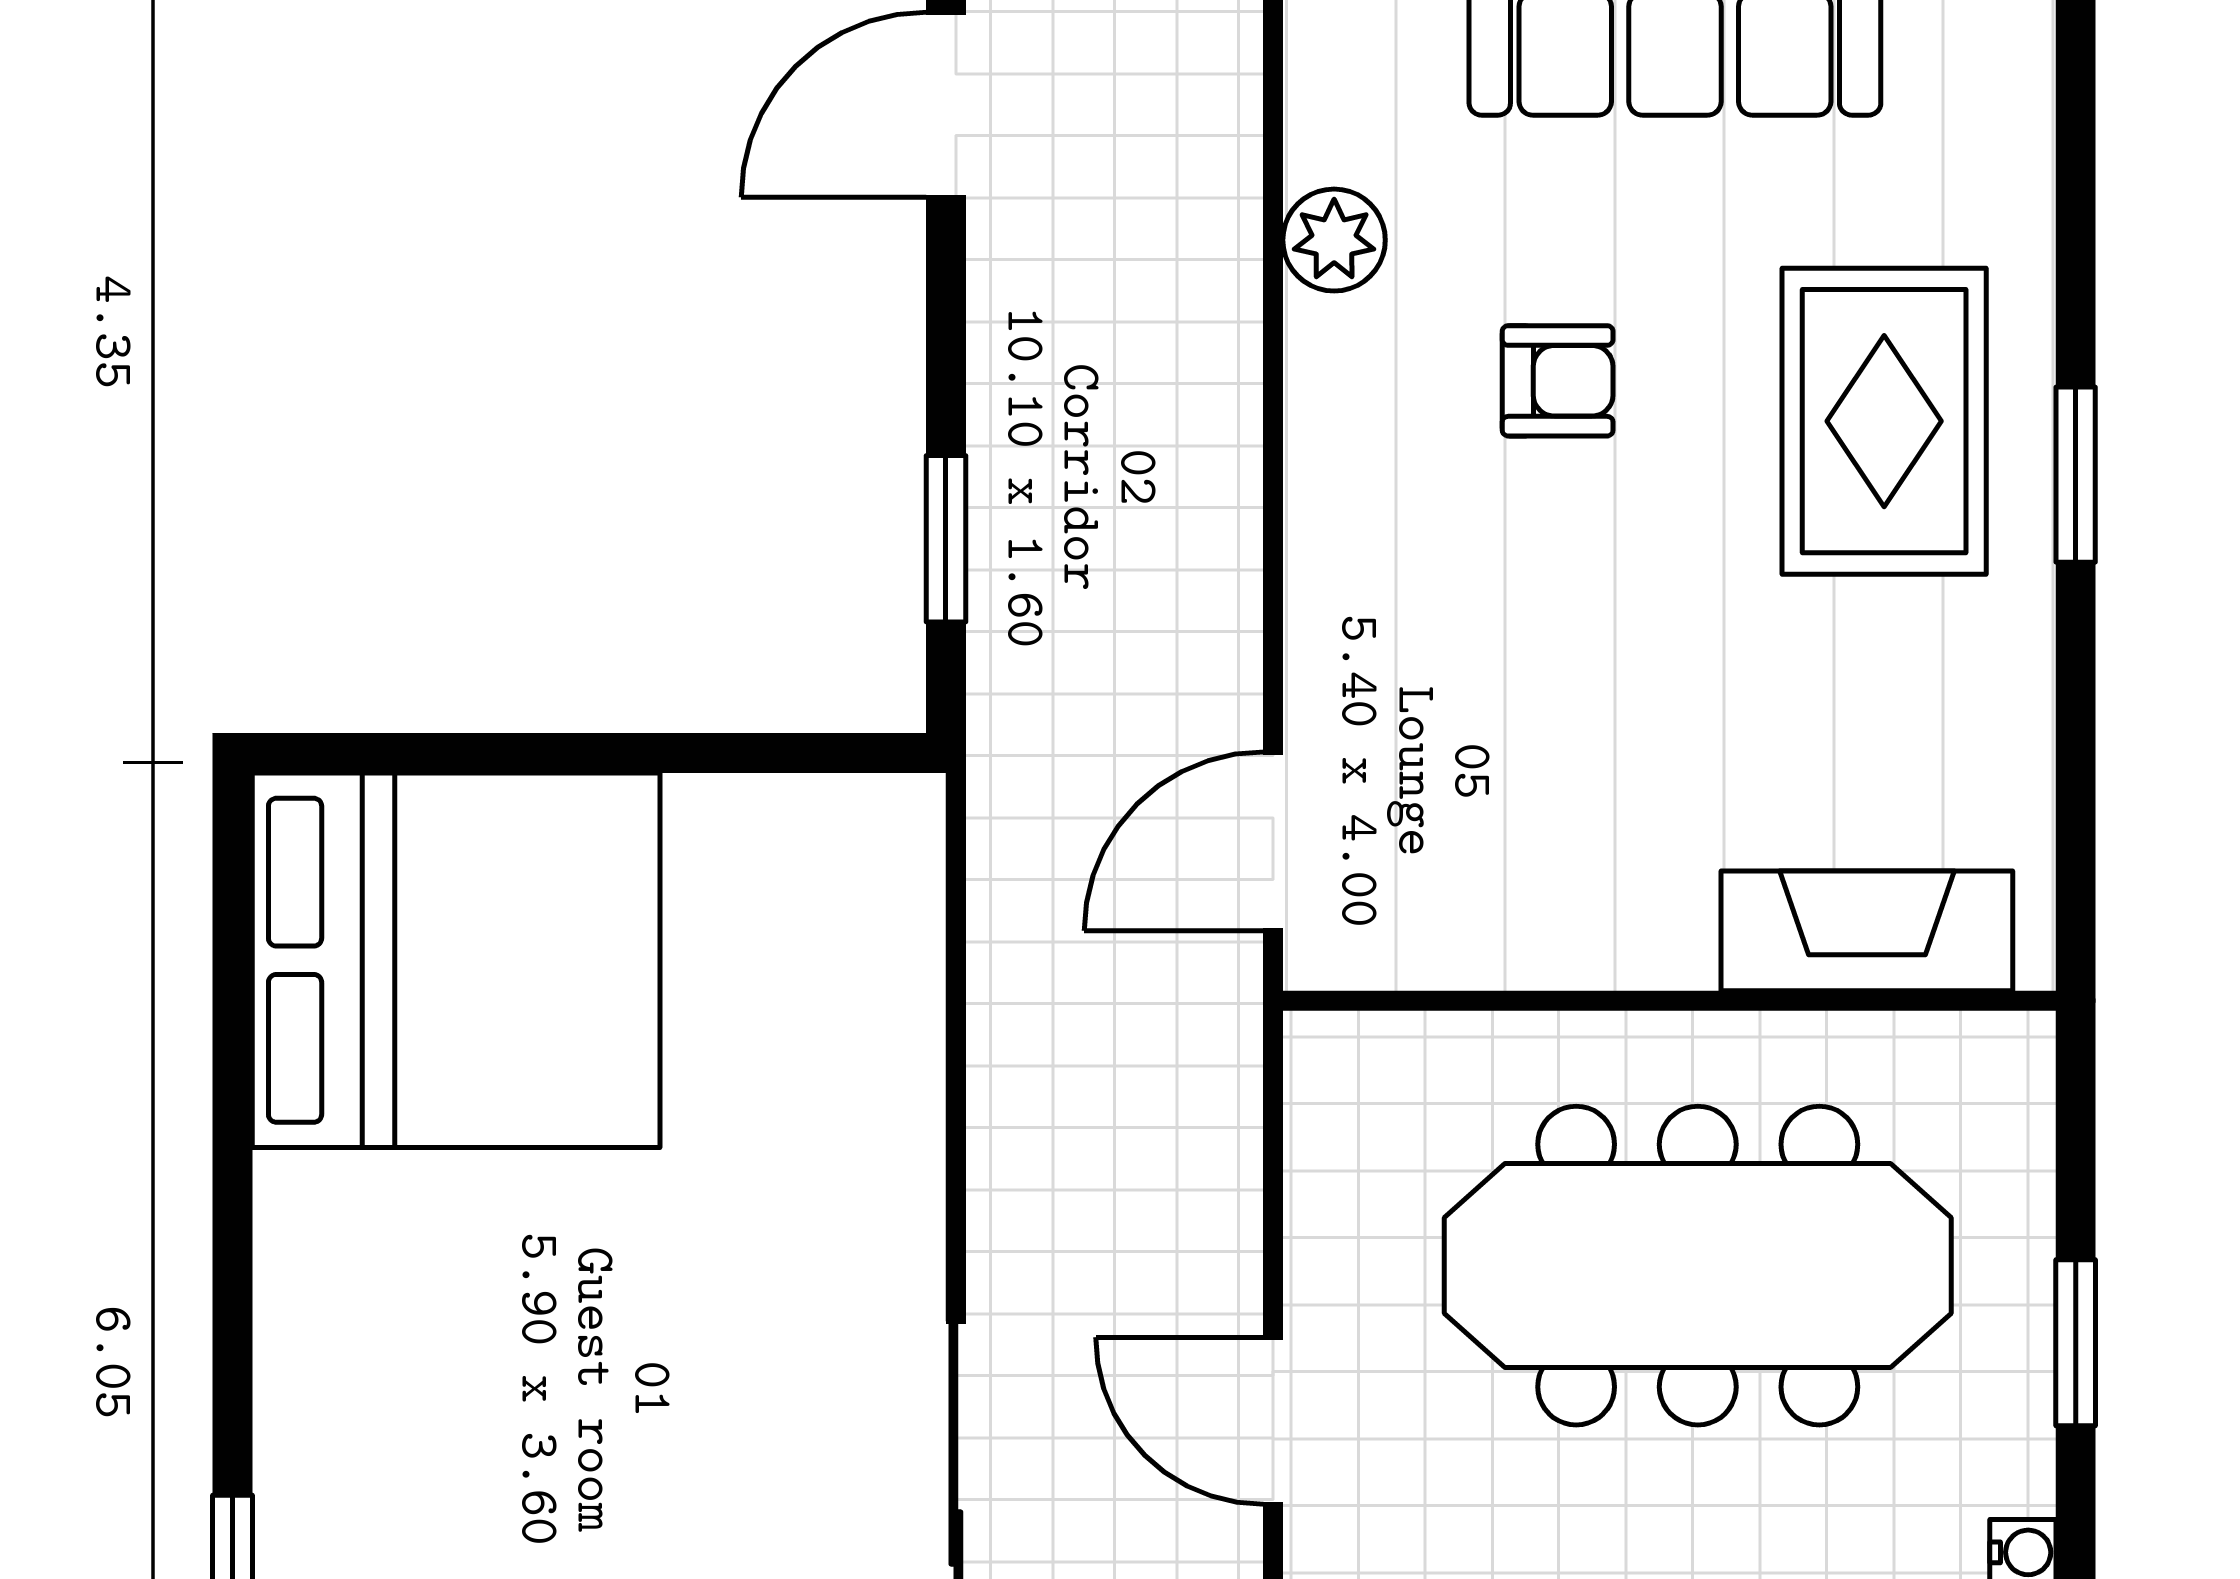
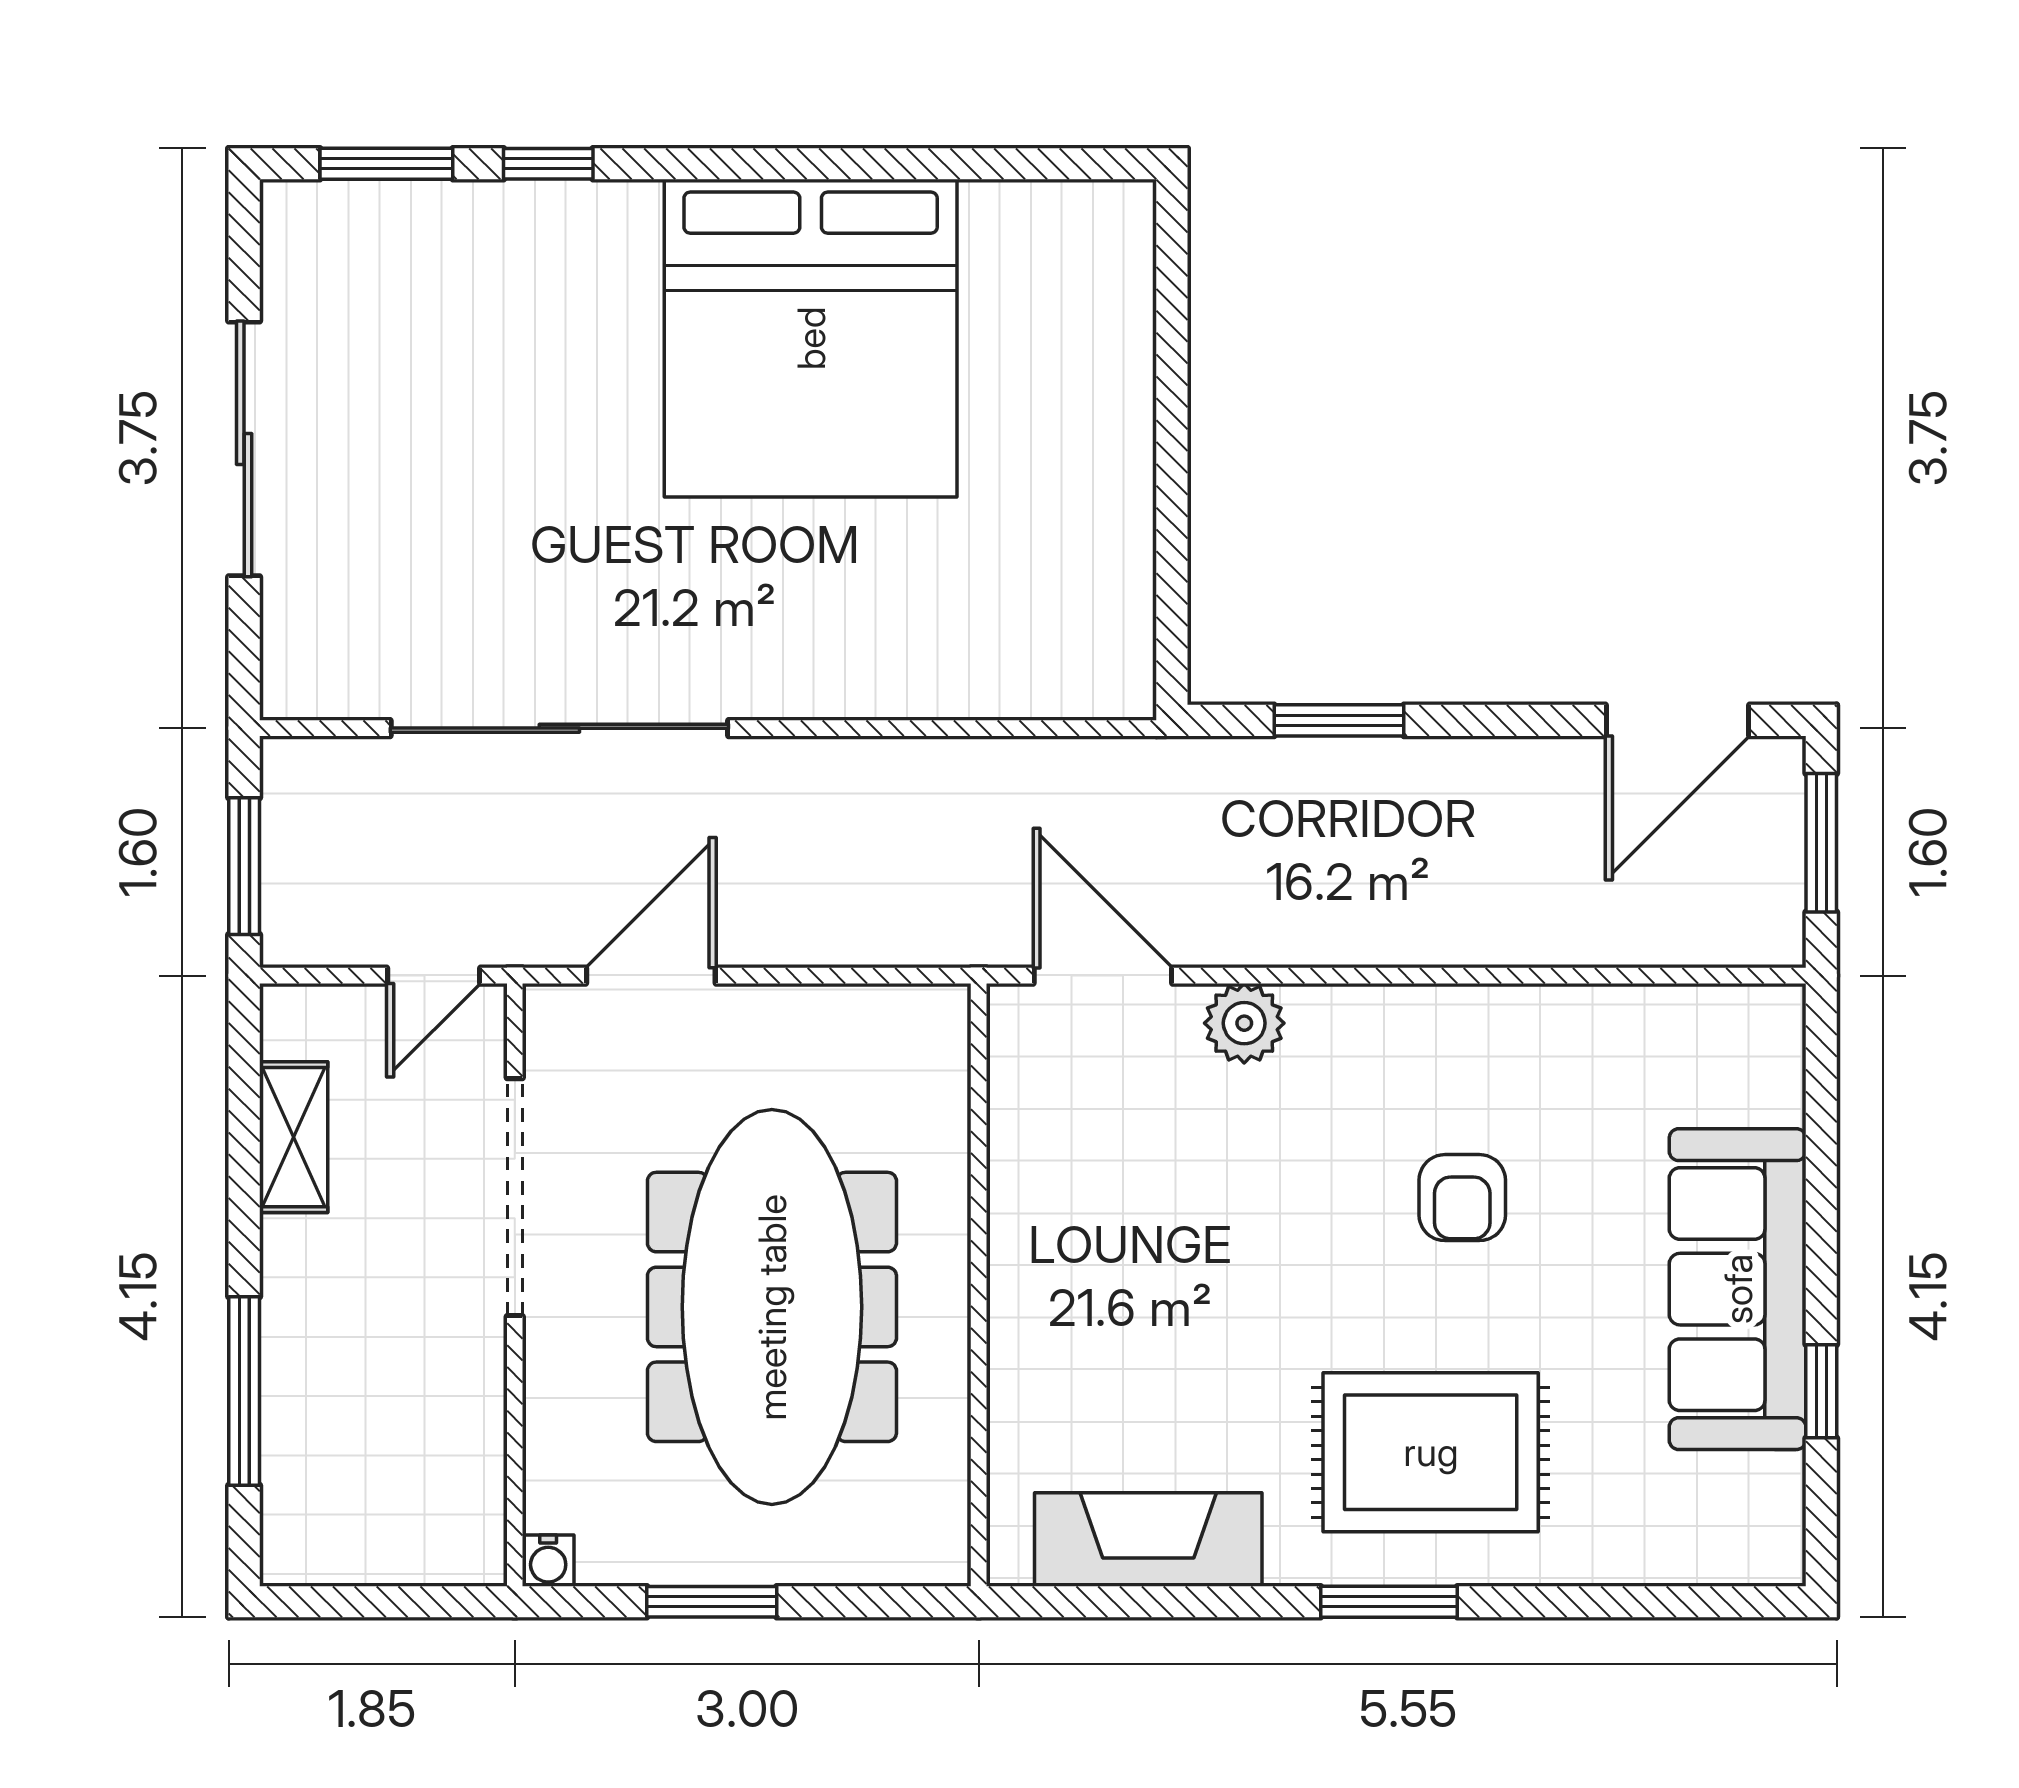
door: (946, 105) -> (1678, 720), swing flipped
plant: (1334, 240) -> (1244, 1023), moved
fireplace: (1867, 931) -> (1148, 1539), moved, turned -90
bed: (456, 960) -> (811, 338), moved

